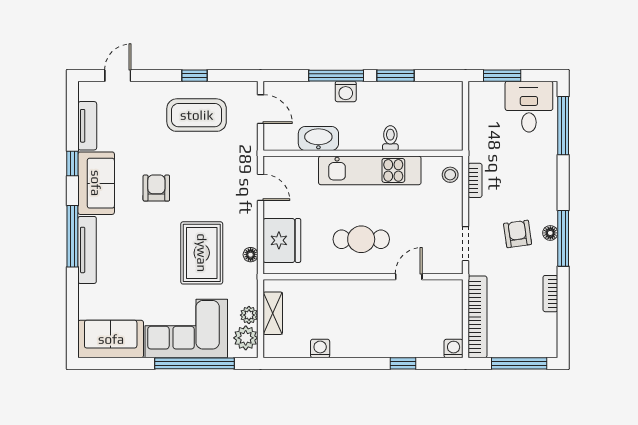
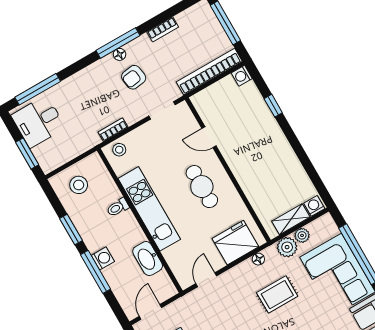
stool: (438, 111) -> (79, 185), added
rug: (202, 253) -> (277, 295), width x0.73, depth x0.70
plant: (246, 338) -> (287, 247), moved
washing machine: (320, 348) -> (314, 206), moved, turned 90

